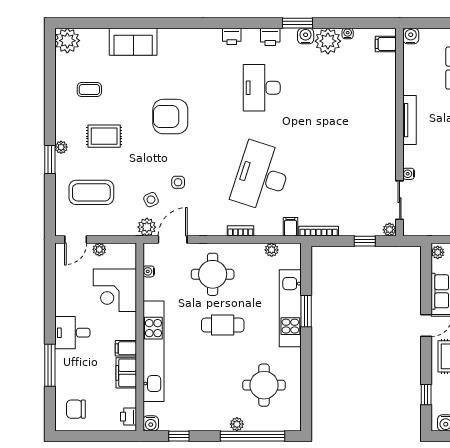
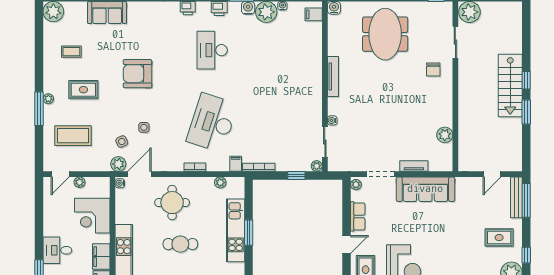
window: (50, 159) -> (39, 109), width x1.44
water cooler: (149, 271) -> (120, 183), moved
filing cabinet: (126, 348) -> (101, 257), width x2.00

